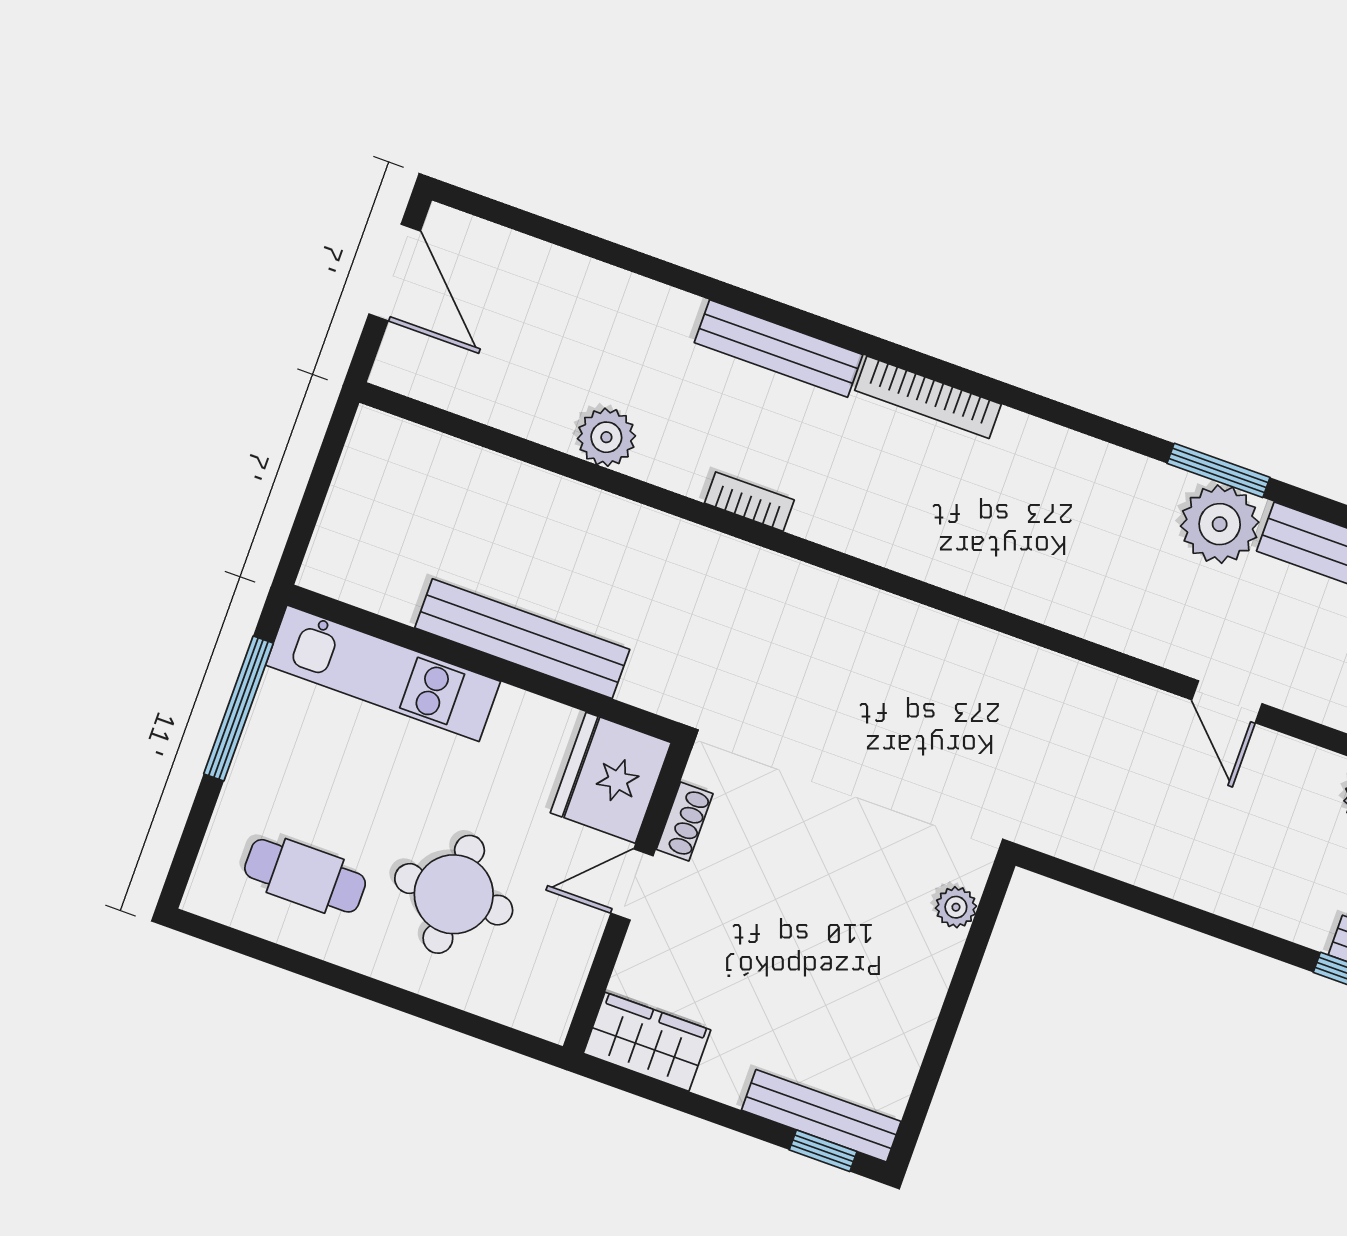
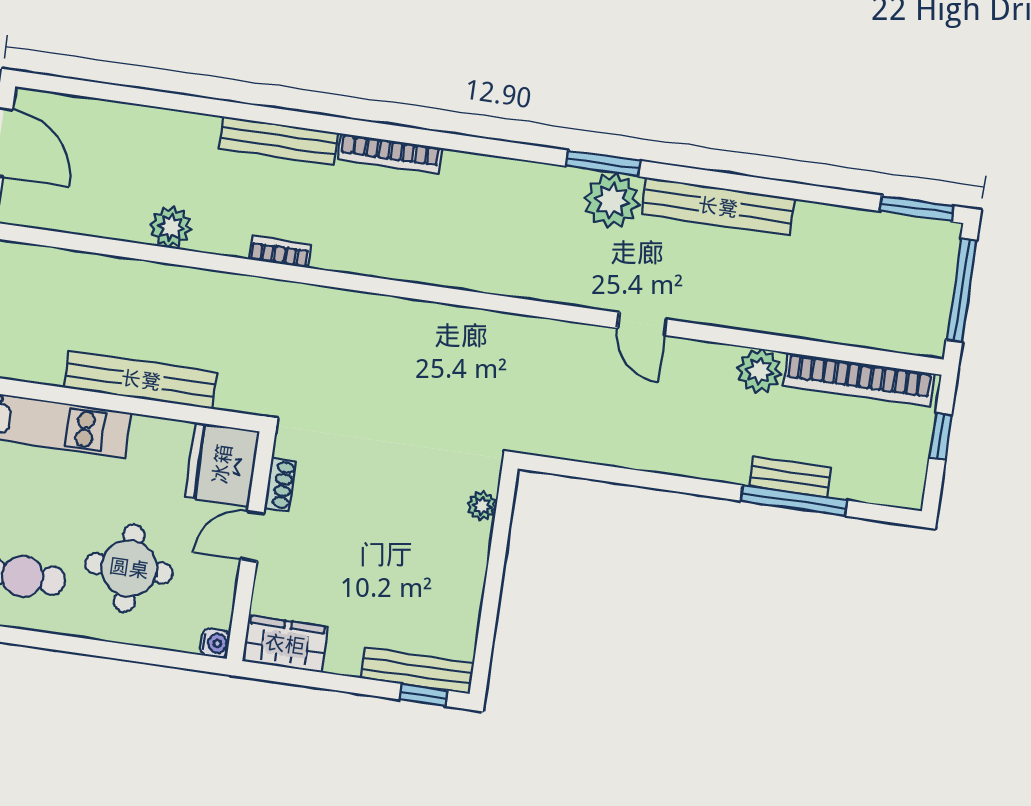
water cooler: (551, 1021) -> (215, 643), added

